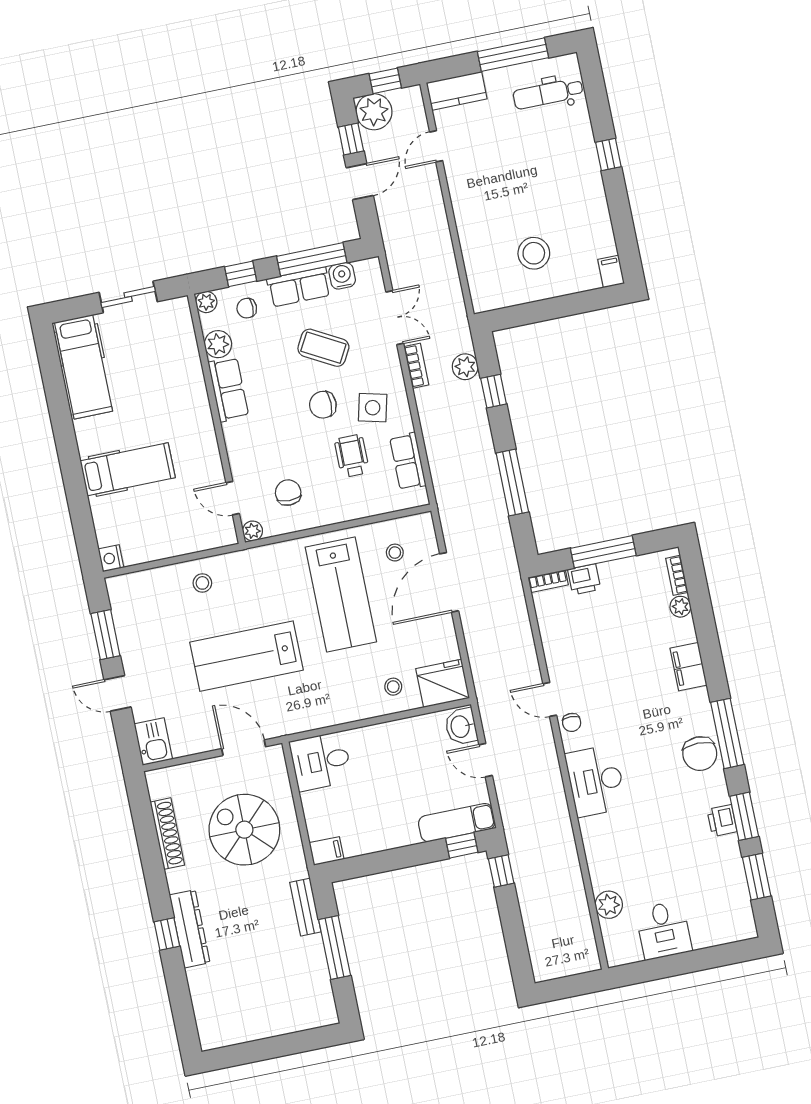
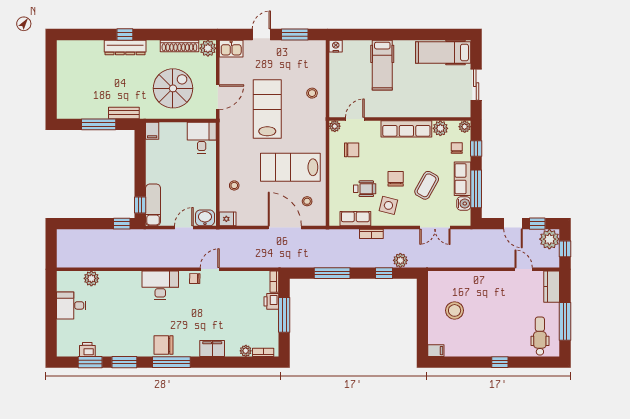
bookcase: (416, 366) -> (371, 234), moved
row of seats: (228, 389) -> (406, 129), width x1.48
fridge: (443, 683) -> (228, 219), width x0.53, depth x0.75
plant: (161, 783) -> (208, 48), added
printer: (722, 821) -> (87, 350), moved

